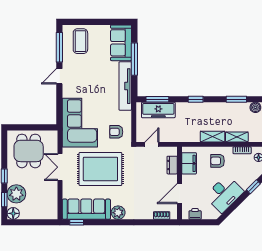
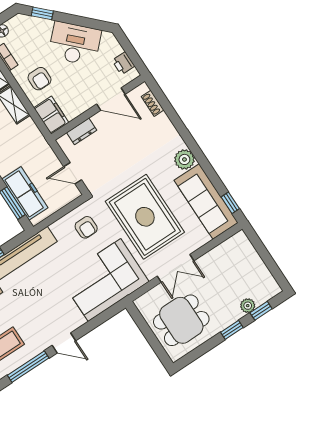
filing cabinet: (189, 163) -> (51, 115), moved, turned 90
plant: (16, 194) -> (248, 306), width x0.53, depth x0.53
floor lamp: (13, 213) -> (271, 288), removed

